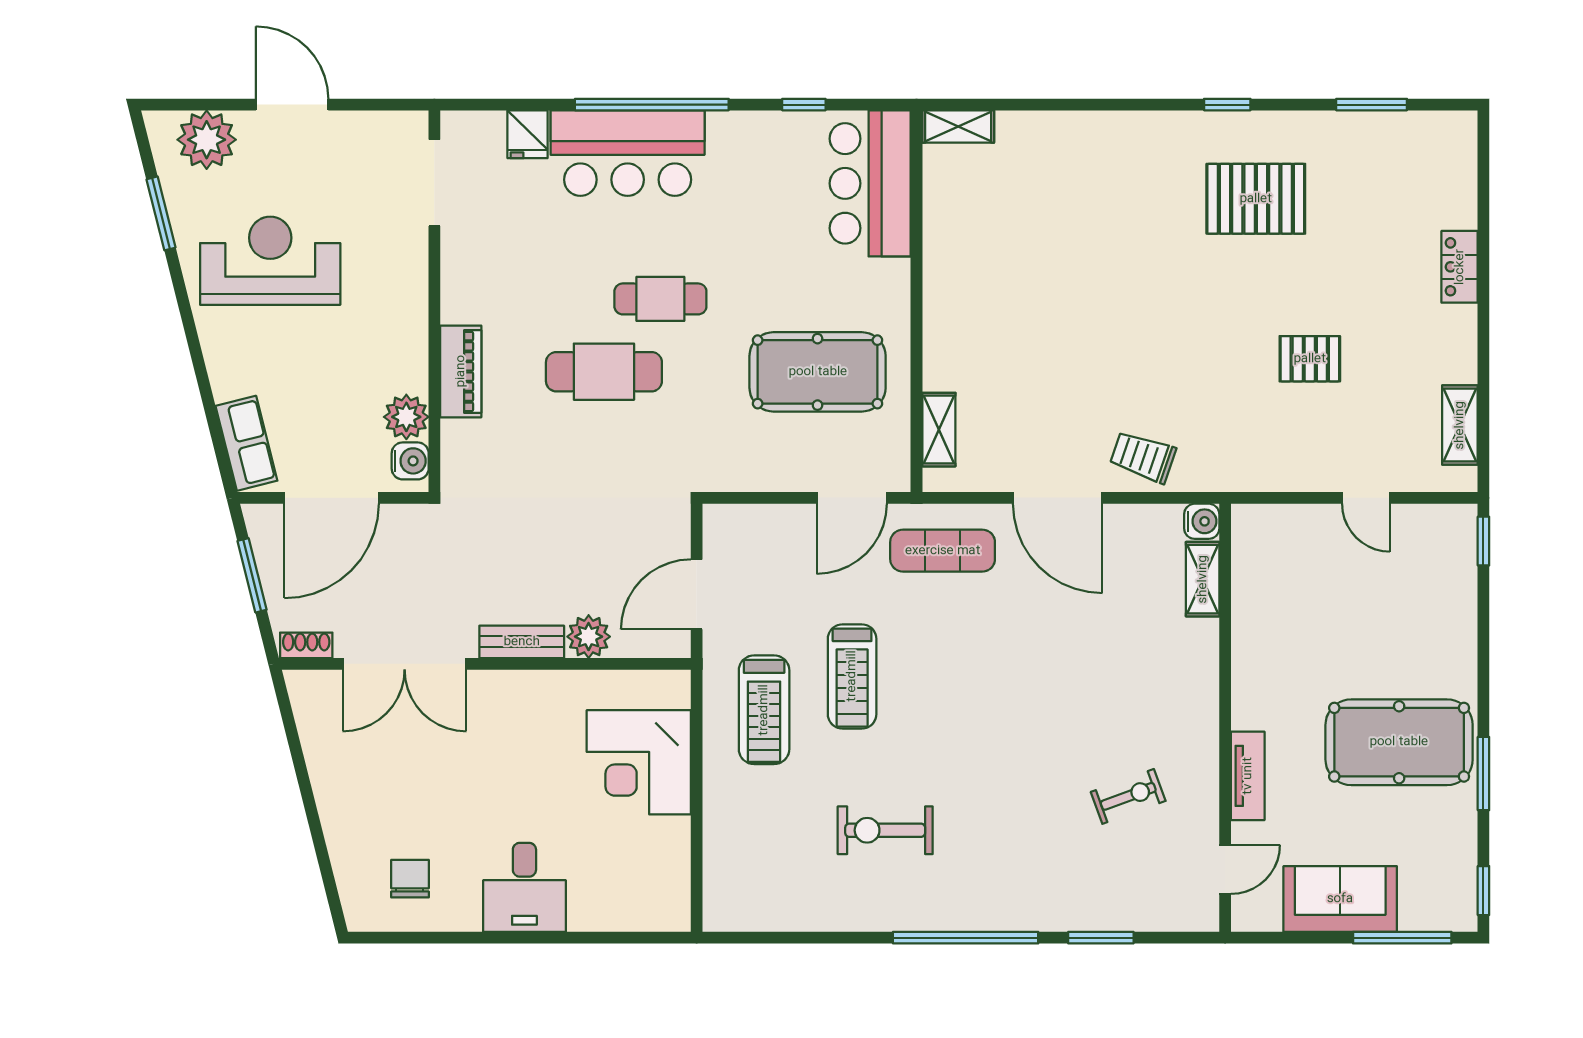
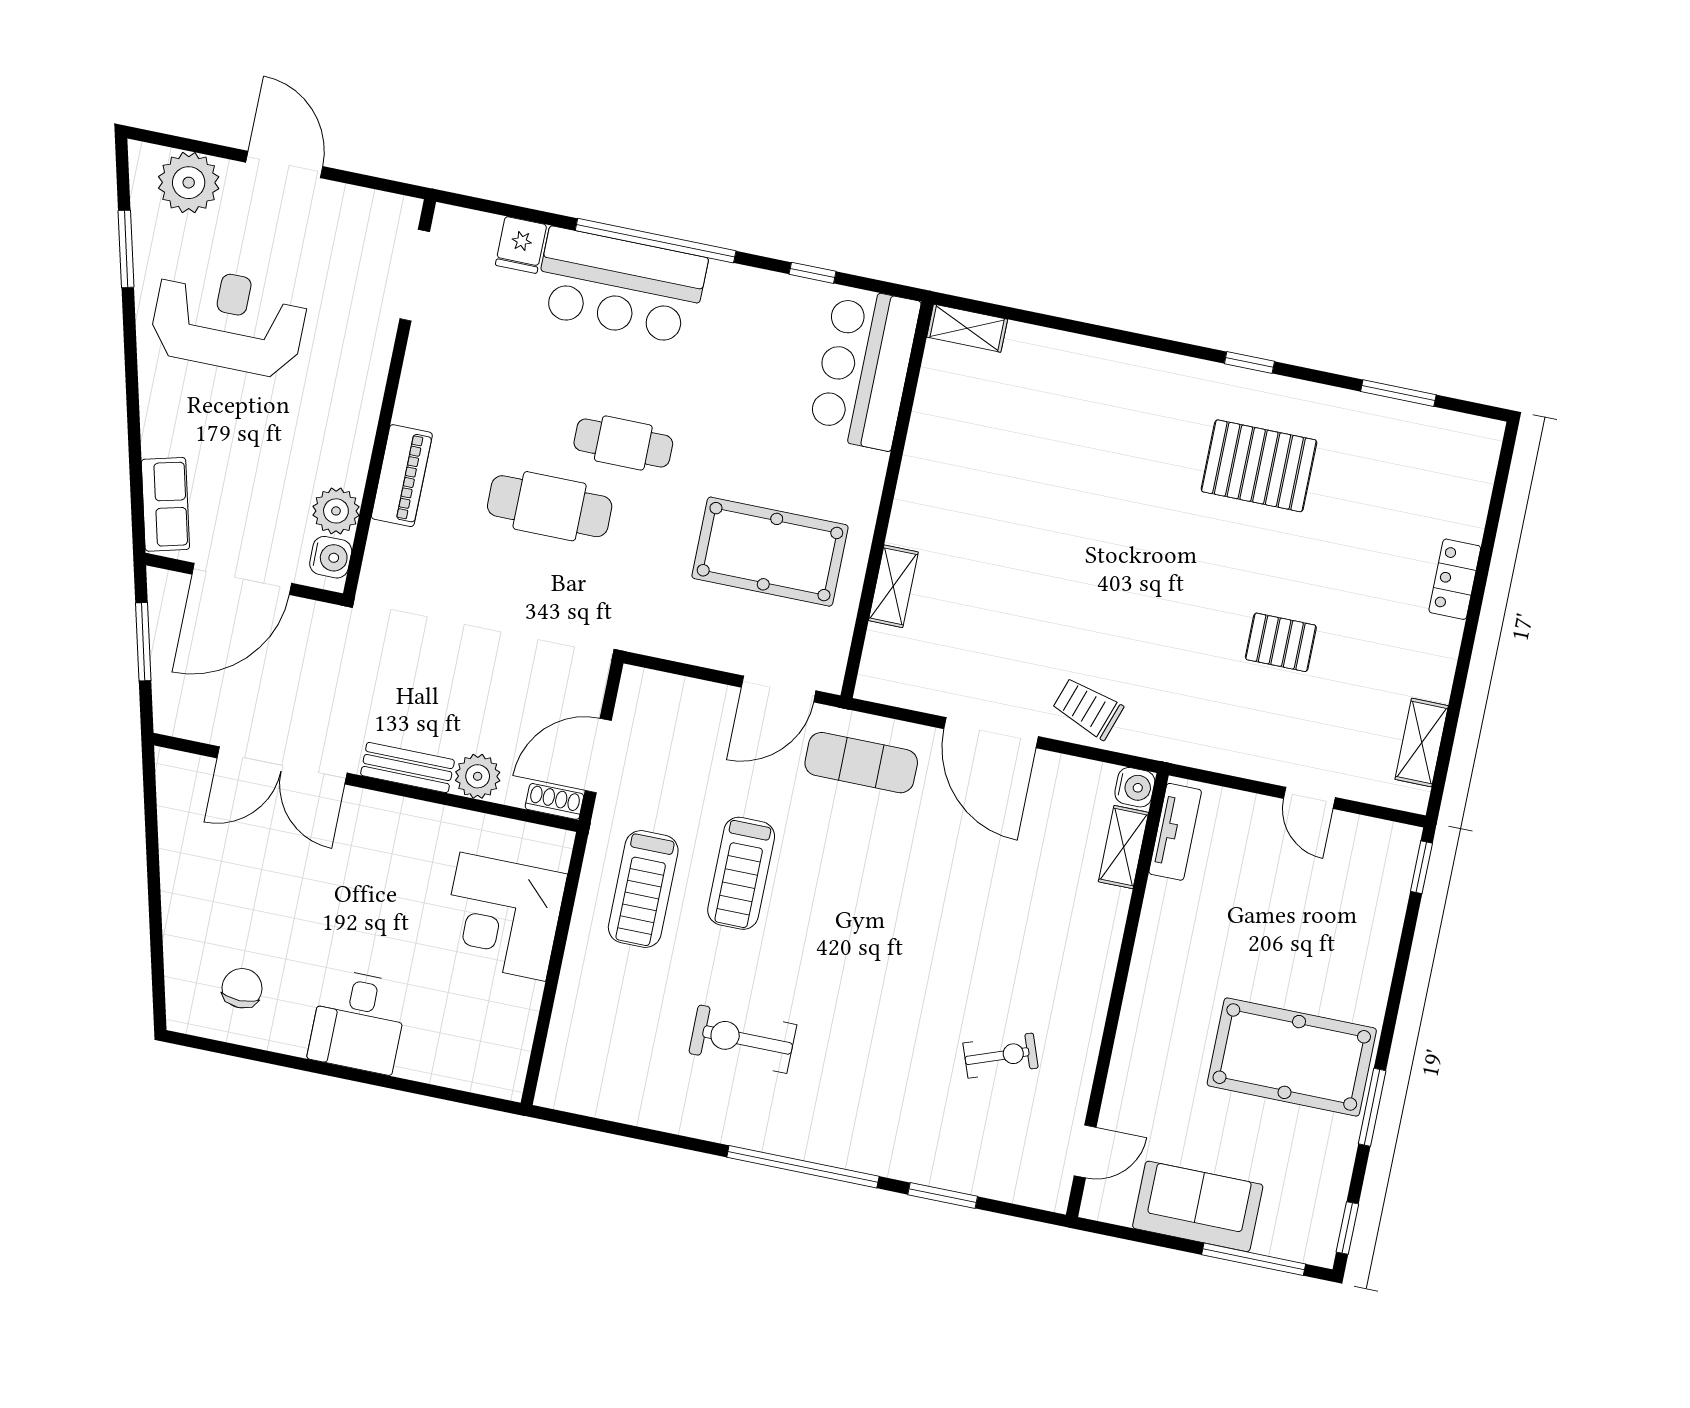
shelving: (939, 430) -> (893, 586), moved
shoe rack: (306, 645) -> (554, 801), moved
tv unit: (1248, 776) -> (1175, 832), moved

